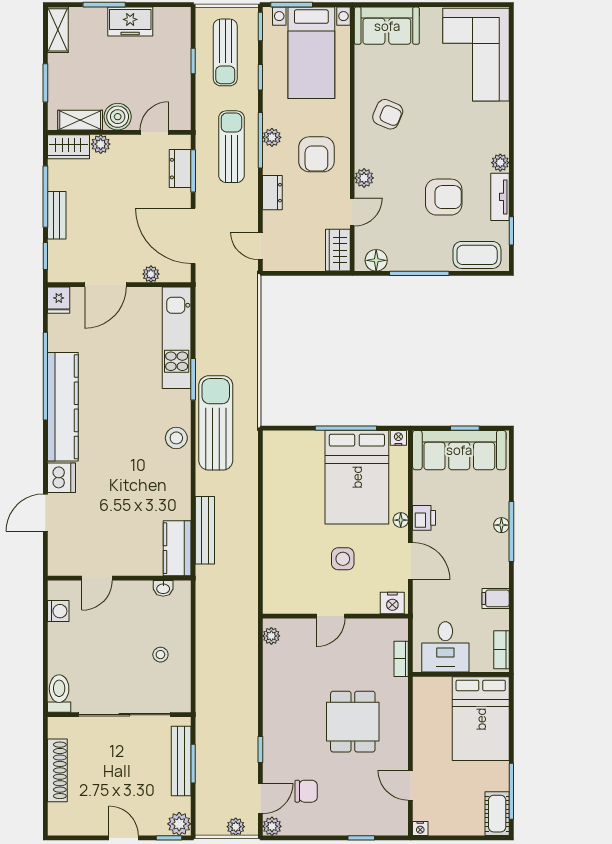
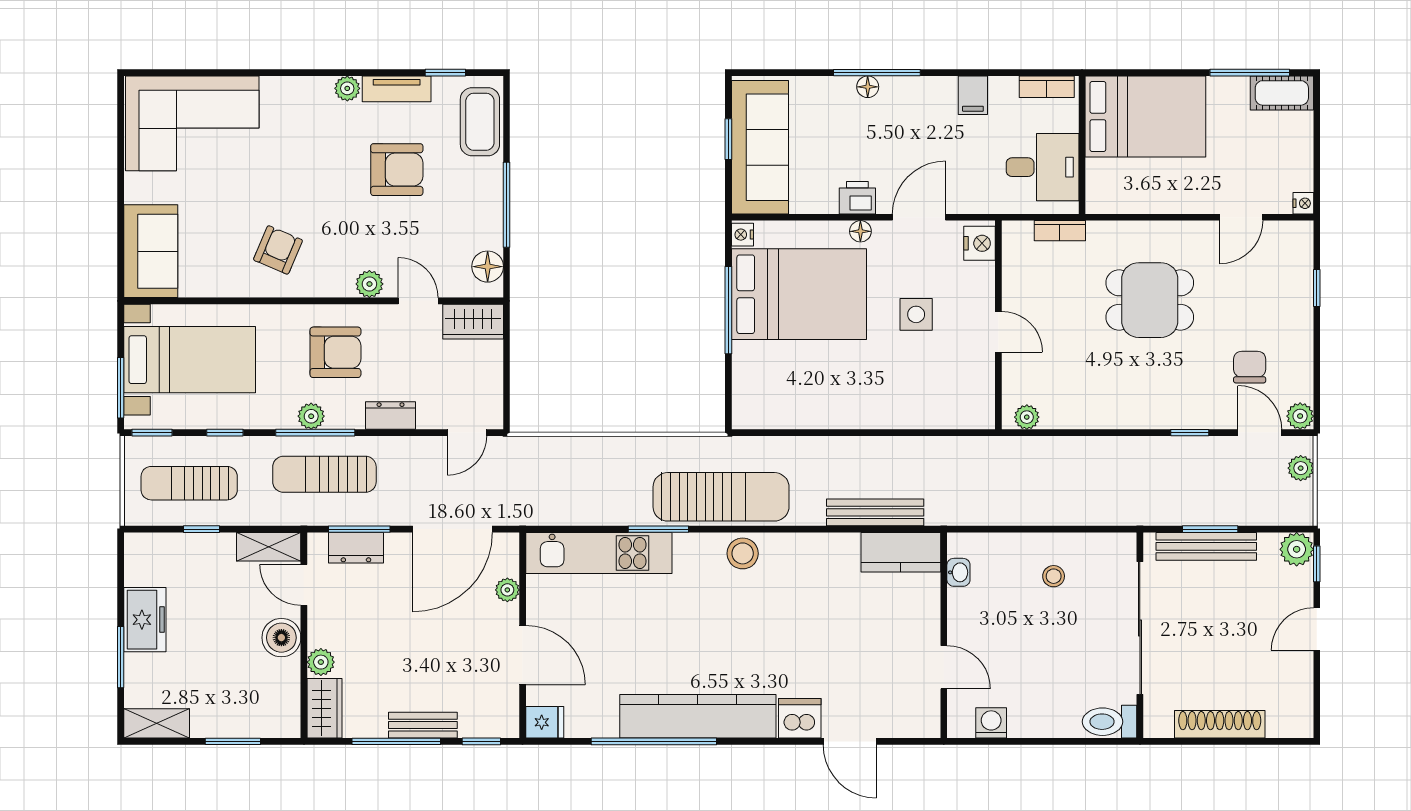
sun lounger: (225, 52) -> (189, 483), turned 180
shelving: (80, 120) -> (269, 547), moved, turned 90
armchair: (444, 197) -> (397, 170), turned 90
sun lounger: (216, 423) -> (721, 497), turned 180

